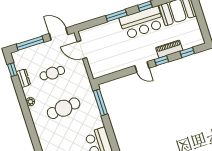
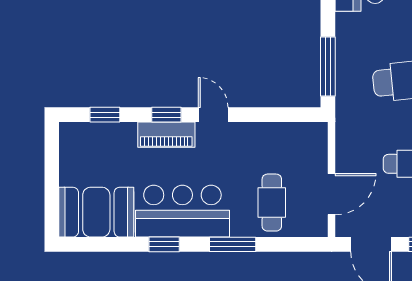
cafe table: (106, 38) -> (272, 203), added
piano: (169, 49) -> (166, 135), moved
door: (82, 50) -> (332, 194), hinge flipped

